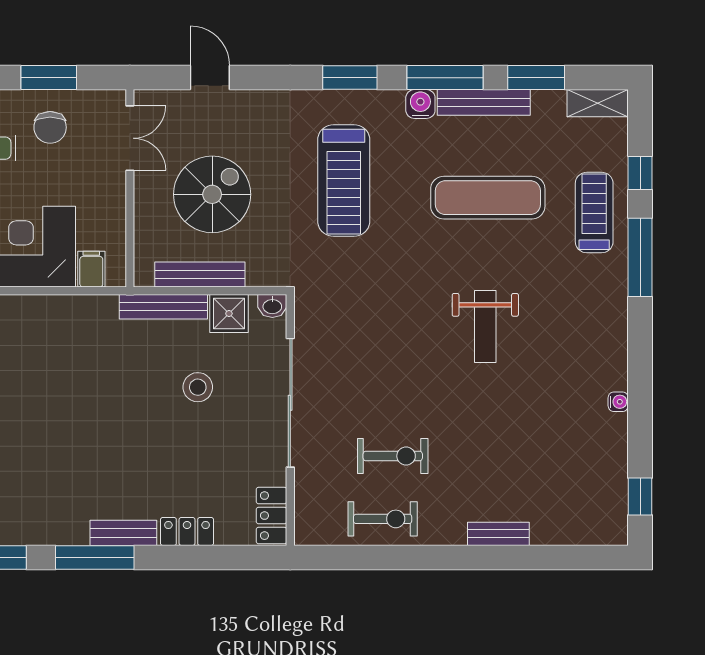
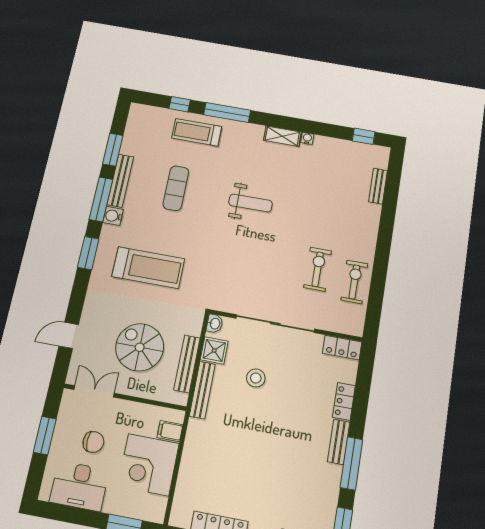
shelving: (598, 103) -> (282, 136), moved, turned 90
chair: (50, 127) -> (93, 442), moved
exercise mat: (488, 198) -> (176, 188), width x0.73, depth x0.69
bench: (498, 534) -> (378, 186), moved

